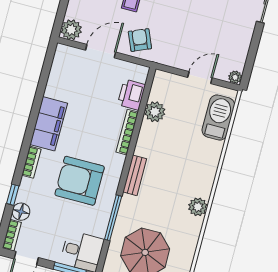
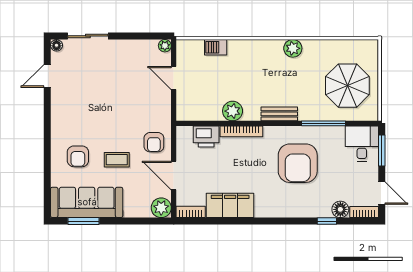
armchair: (140, 40) -> (154, 142), turned -67
plant: (155, 112) -> (233, 111), moved
barbecue: (218, 118) -> (216, 47), width x0.53, depth x0.65
filing cabinet: (49, 124) -> (230, 205), moved
bookcase: (31, 162) -> (191, 212), moved

